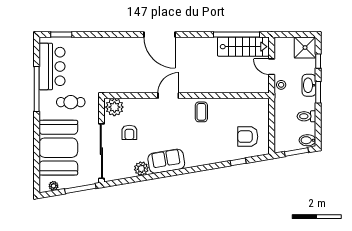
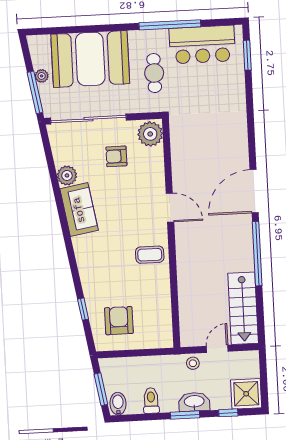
window: (237, 34) -> (257, 254), moved
plant: (54, 186) -> (42, 76), moved

